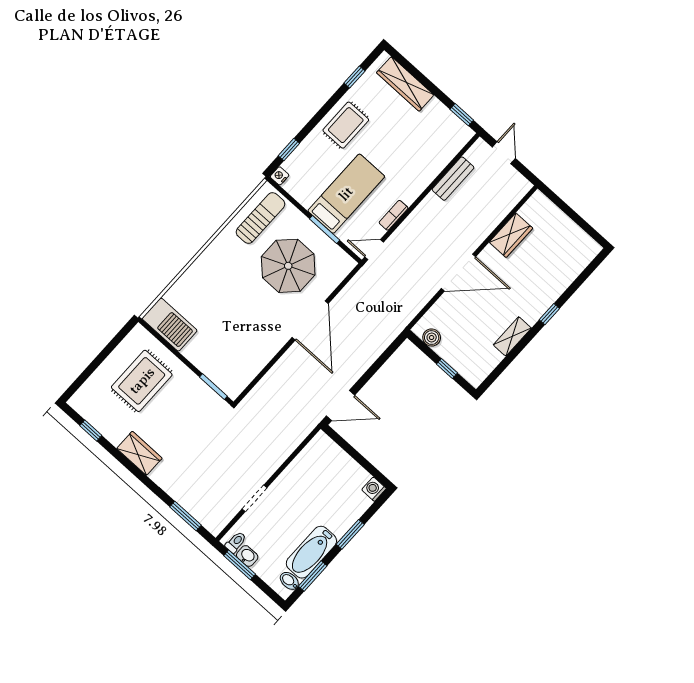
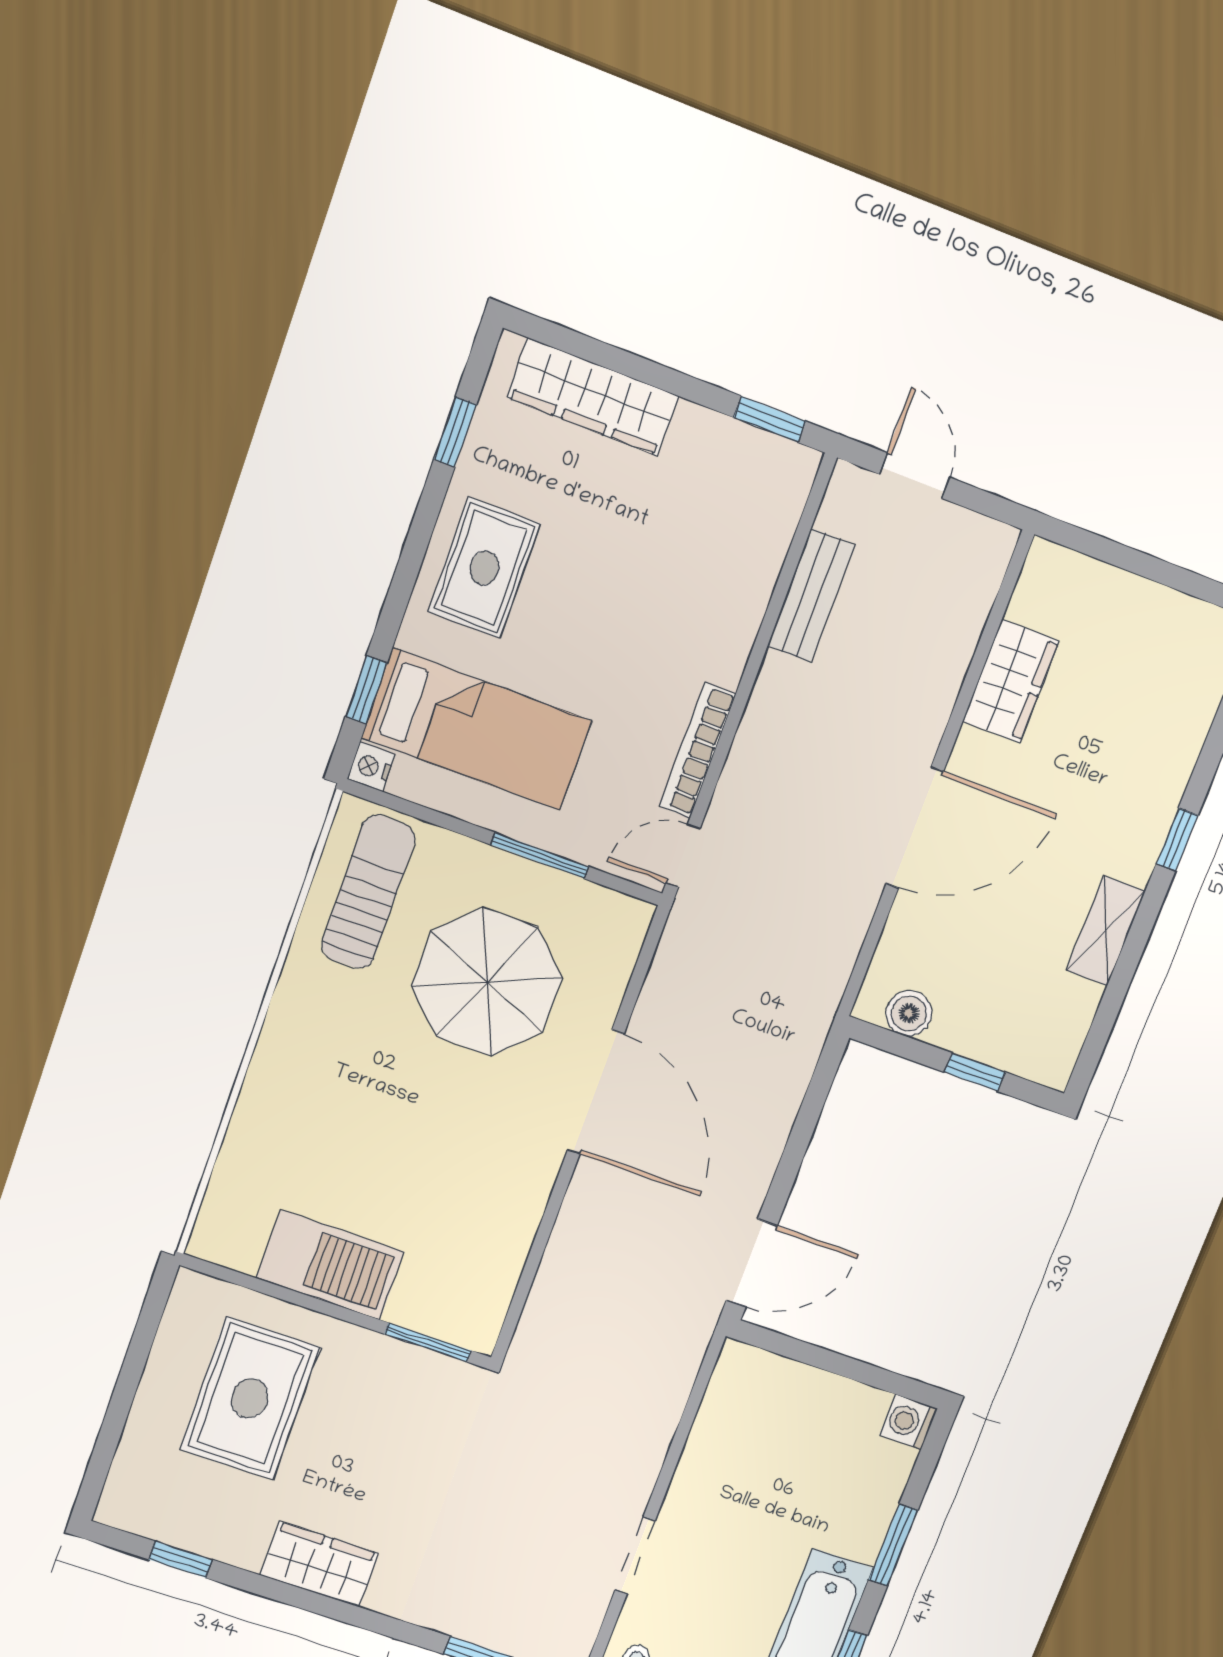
bed: (346, 194) -> (477, 729), moved, turned 90
bookcase: (394, 215) -> (698, 750), width x1.56
barbecue: (170, 325) -> (330, 1265), moved

